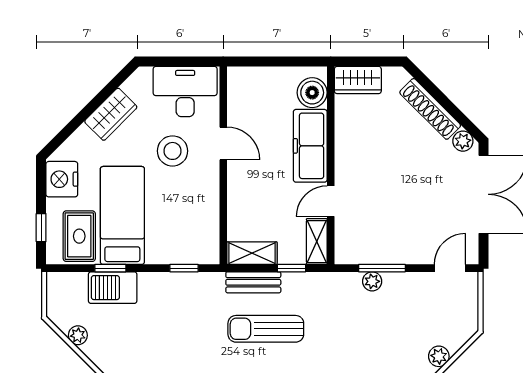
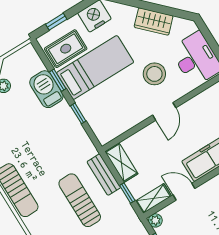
door: (223, 143) -> (164, 111), moved
plant: (344, 255) -> (155, 220), added
window: (184, 268) -> (78, 113), moved

